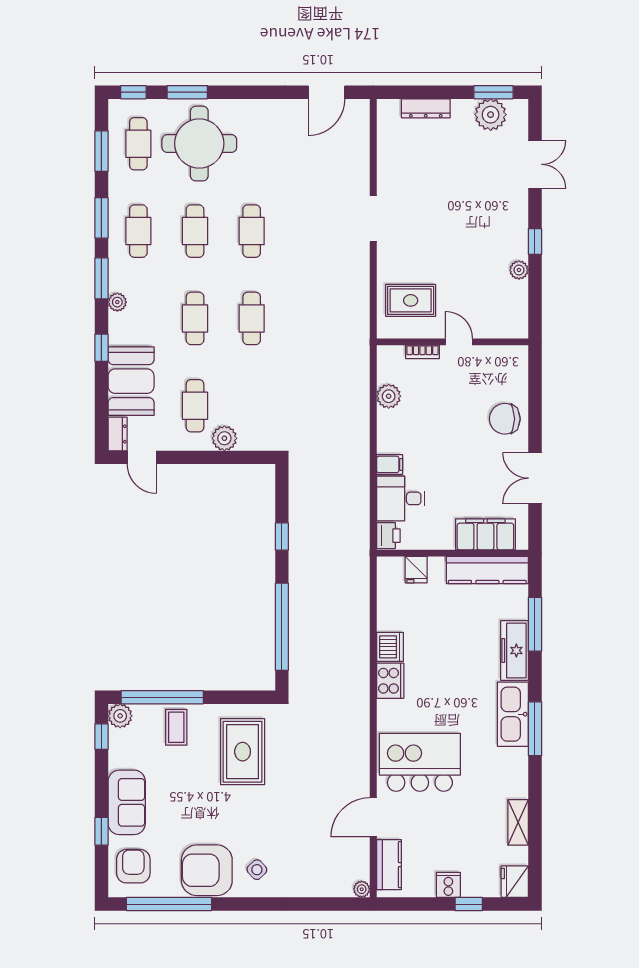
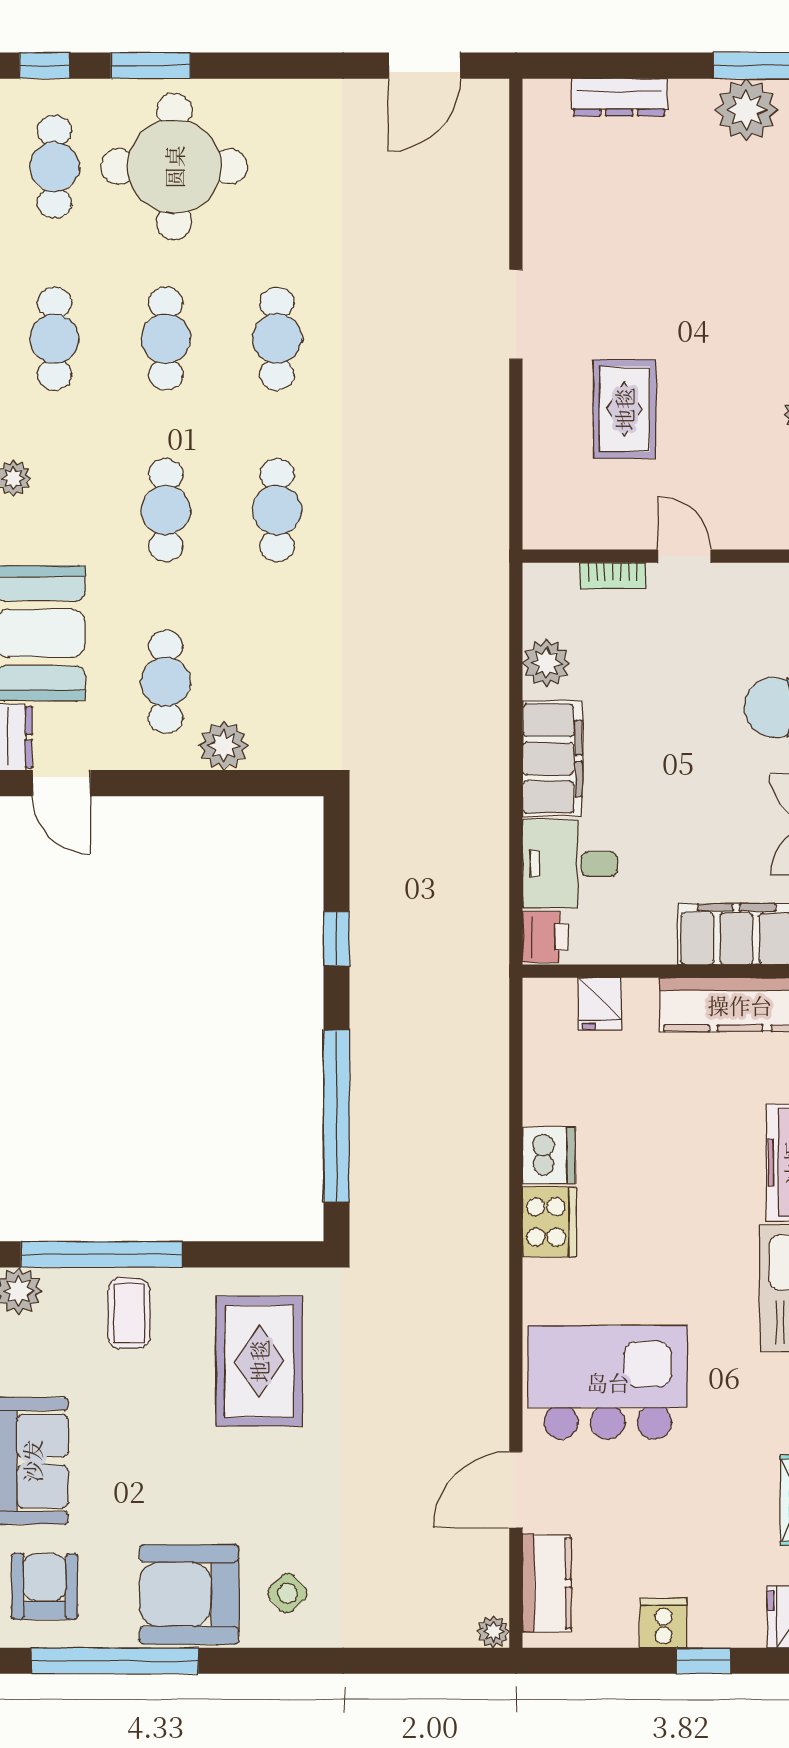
rug: (411, 300) -> (624, 409), moved, turned 90
filing cabinet: (390, 464) -> (552, 759), width x3.00, depth x1.17

